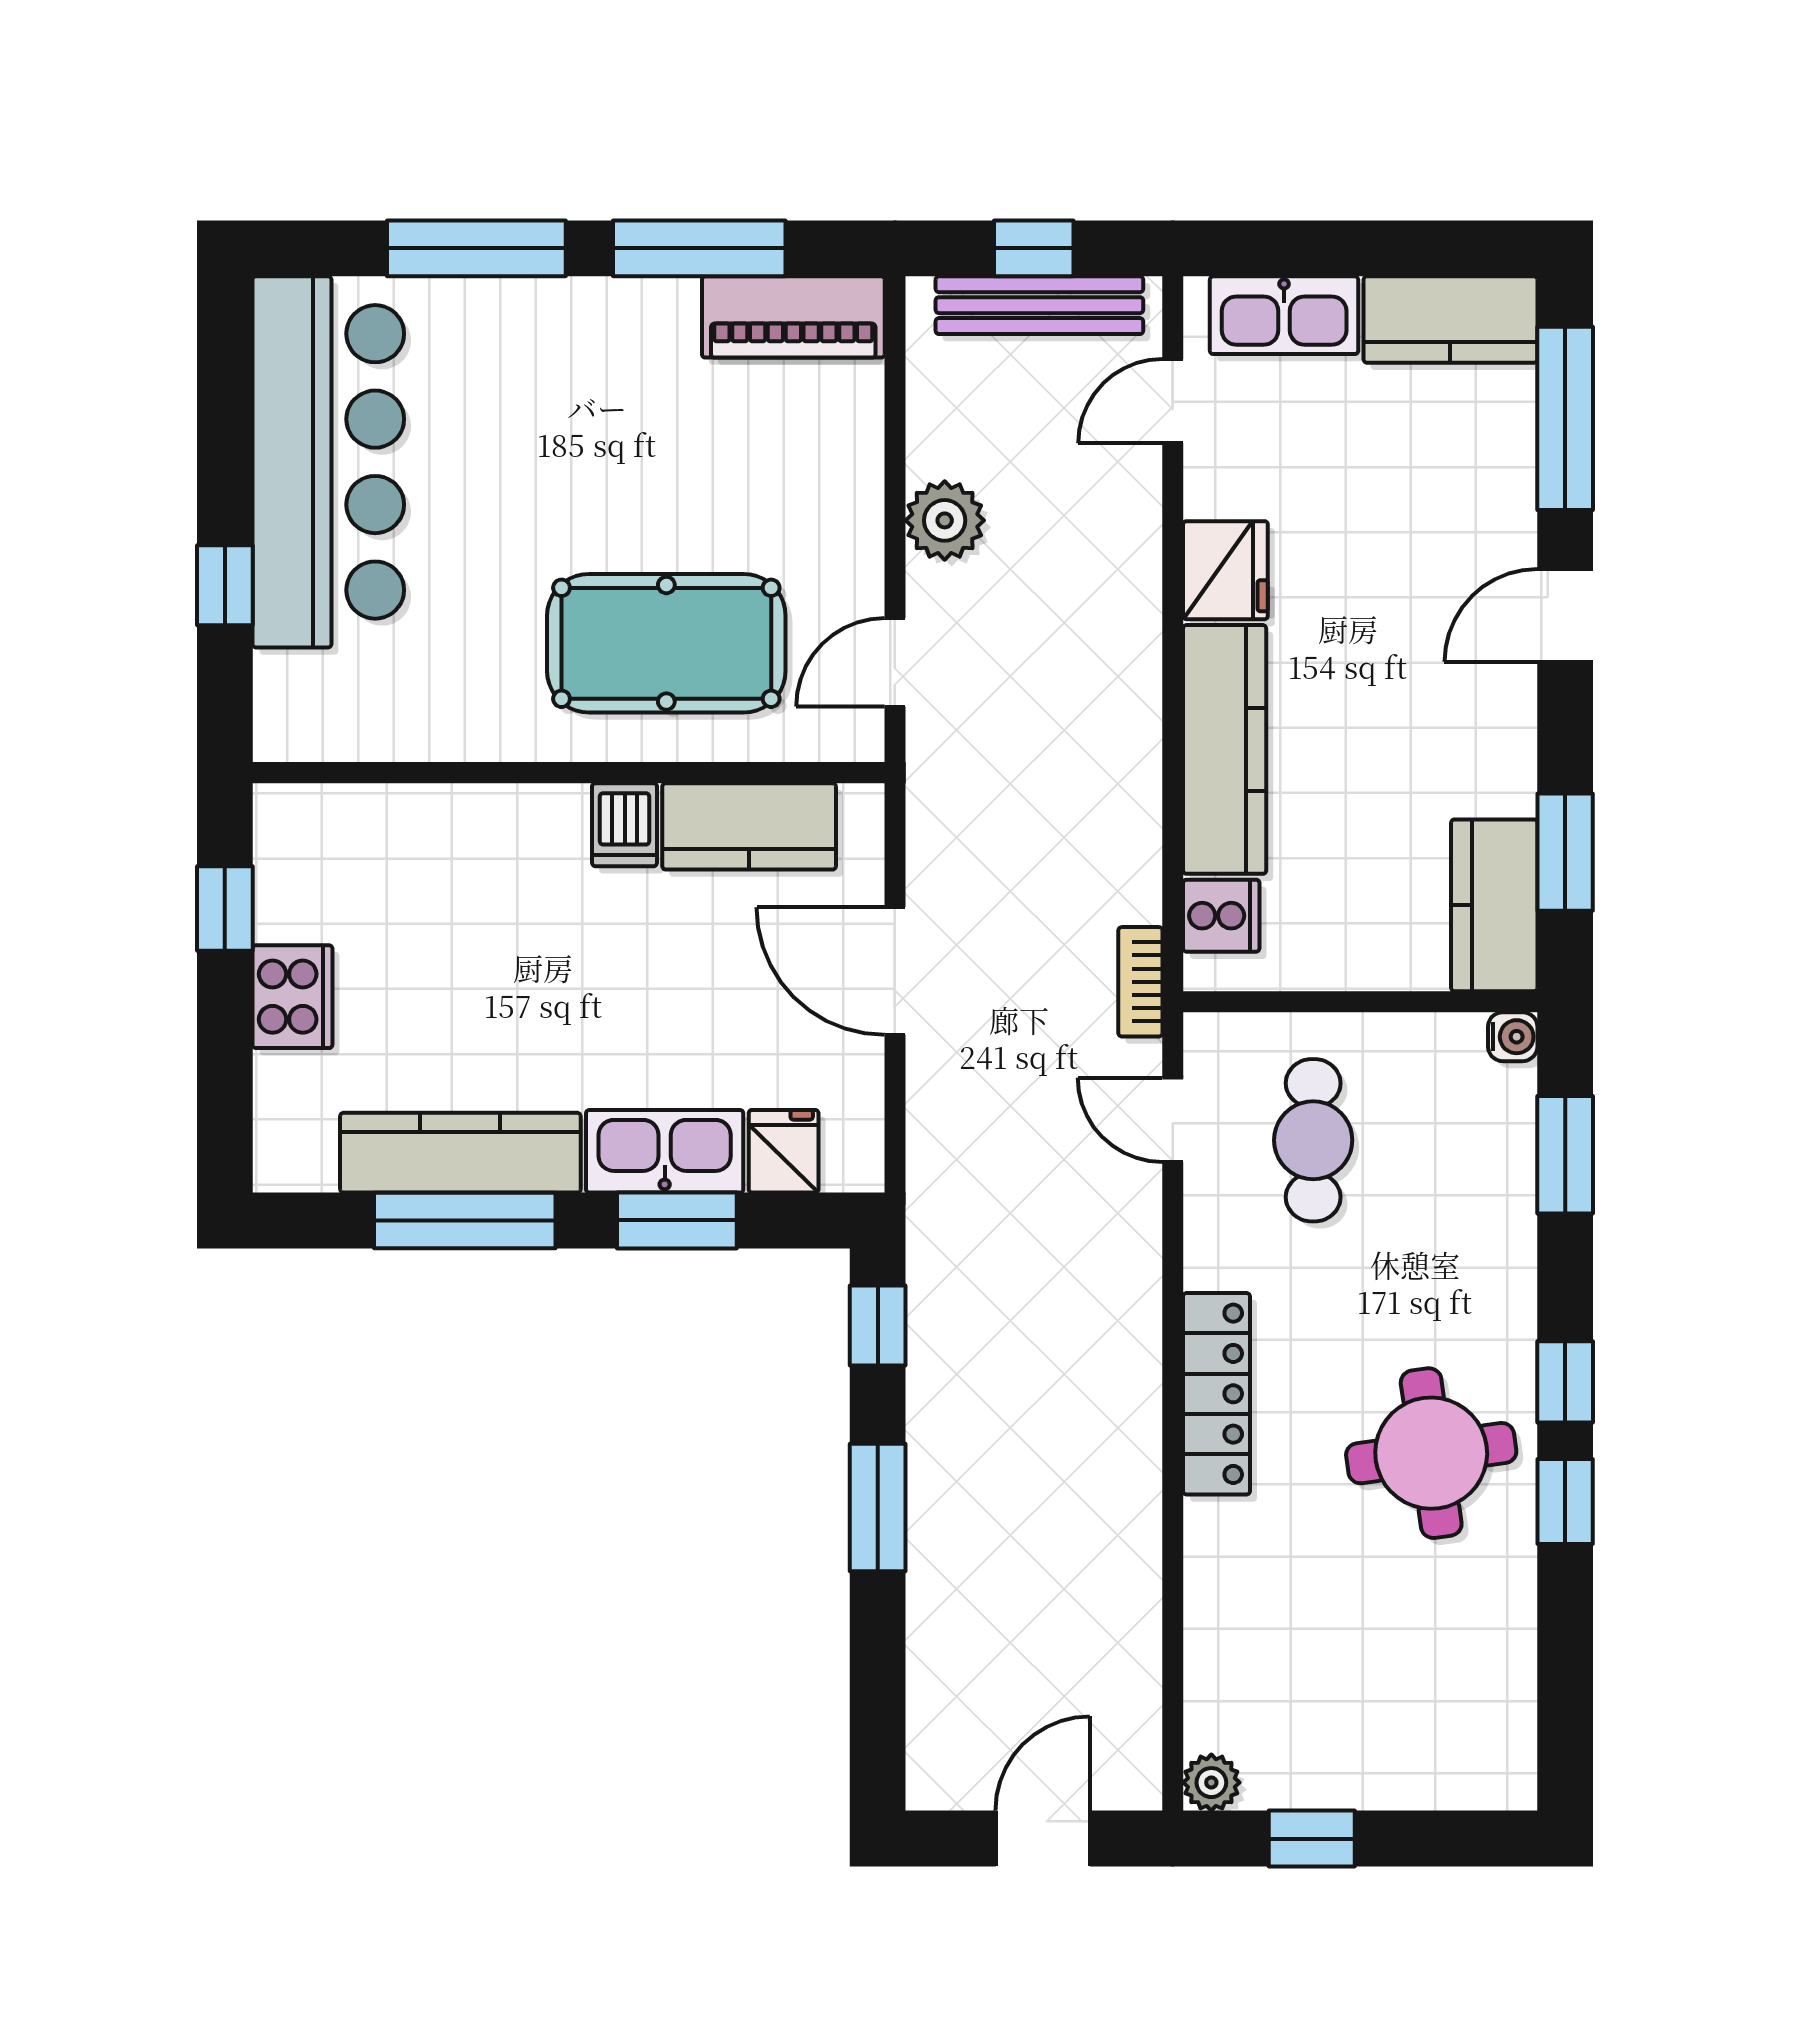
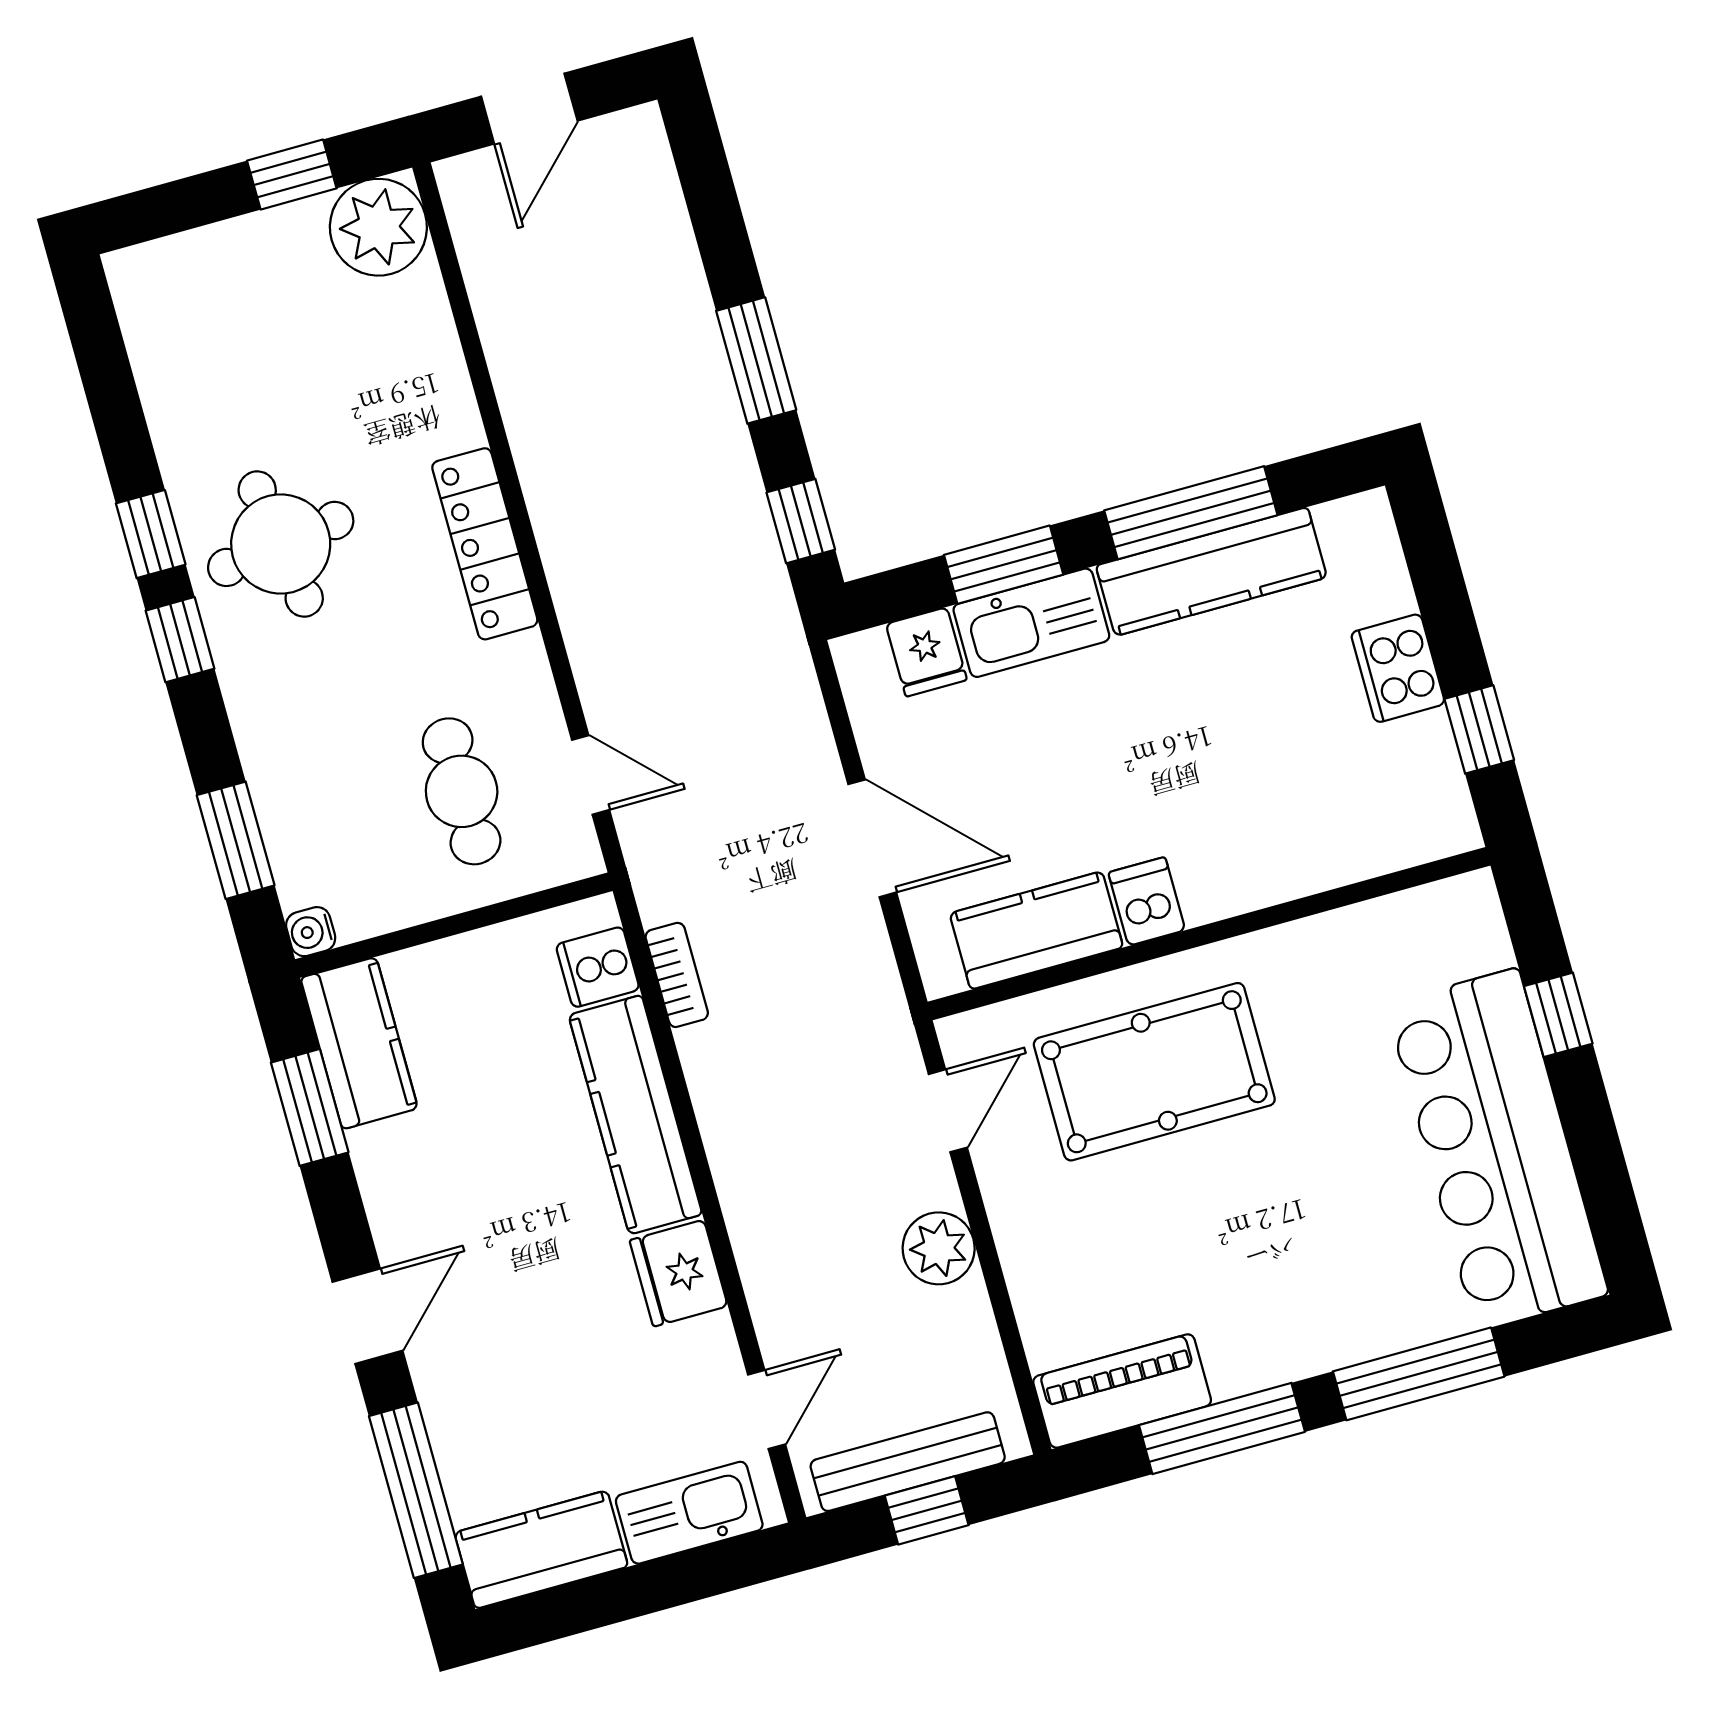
bookcase: (1140, 982) -> (677, 975), moved
plant: (1211, 1783) -> (378, 227), width x1.88, depth x1.88

